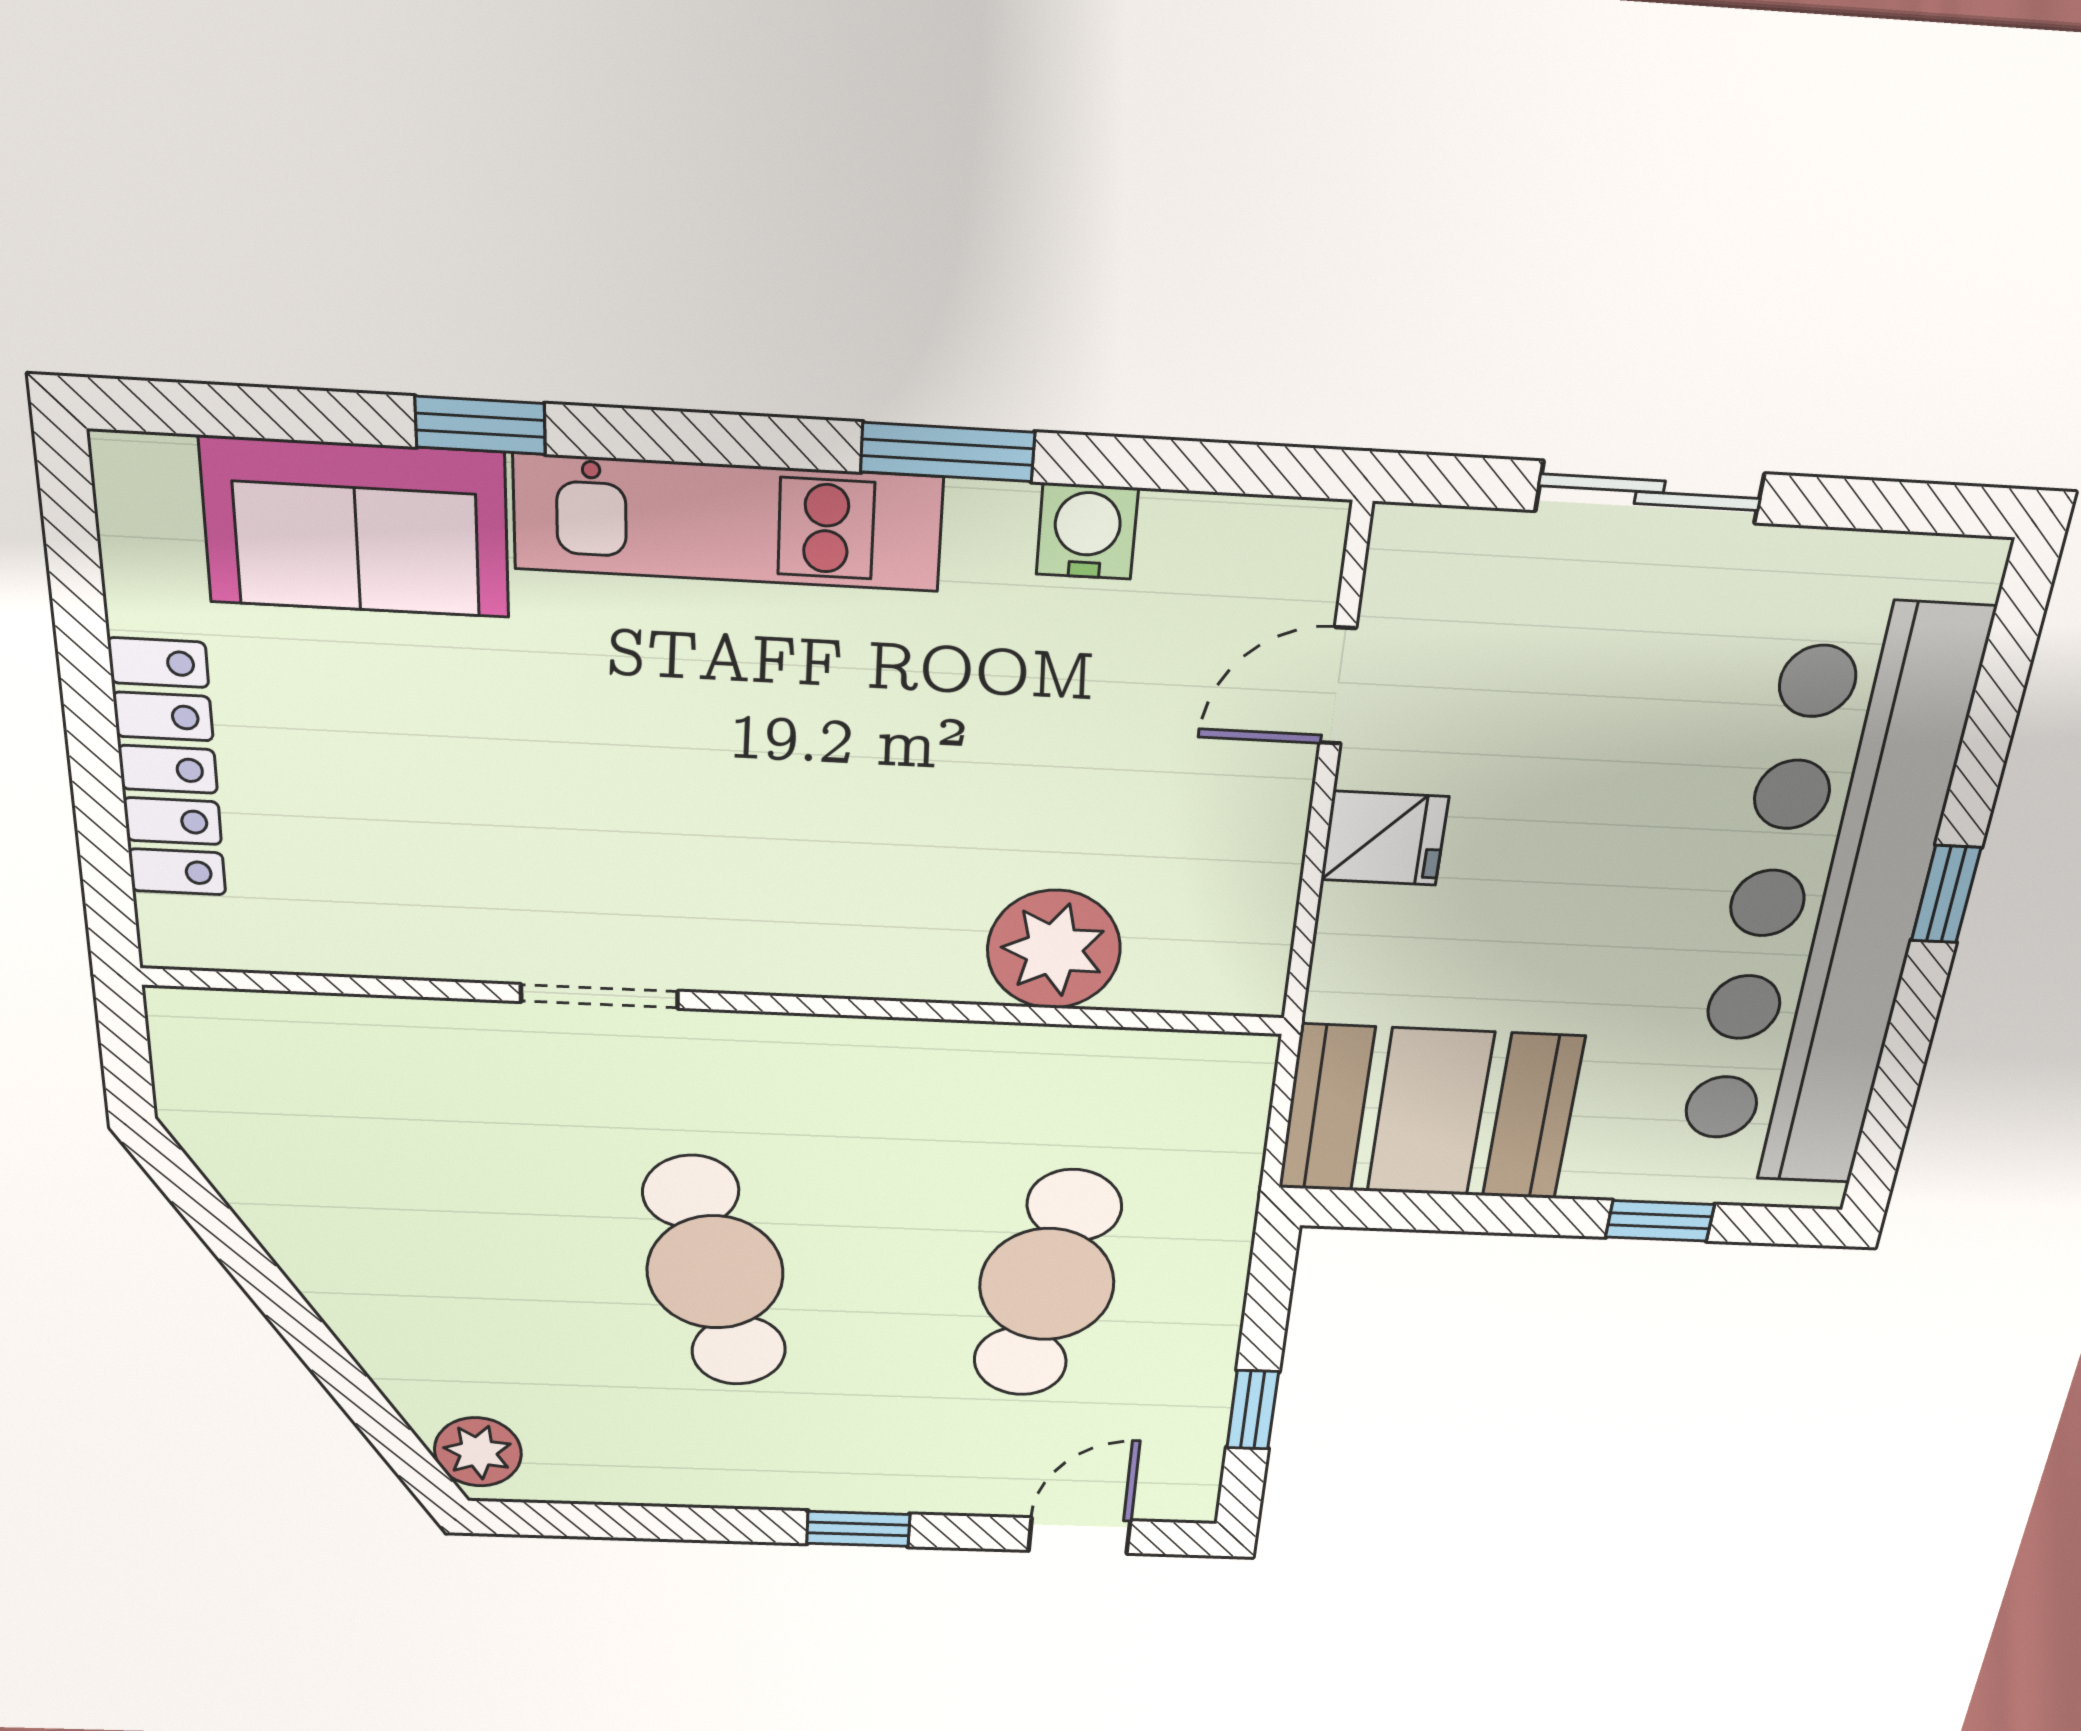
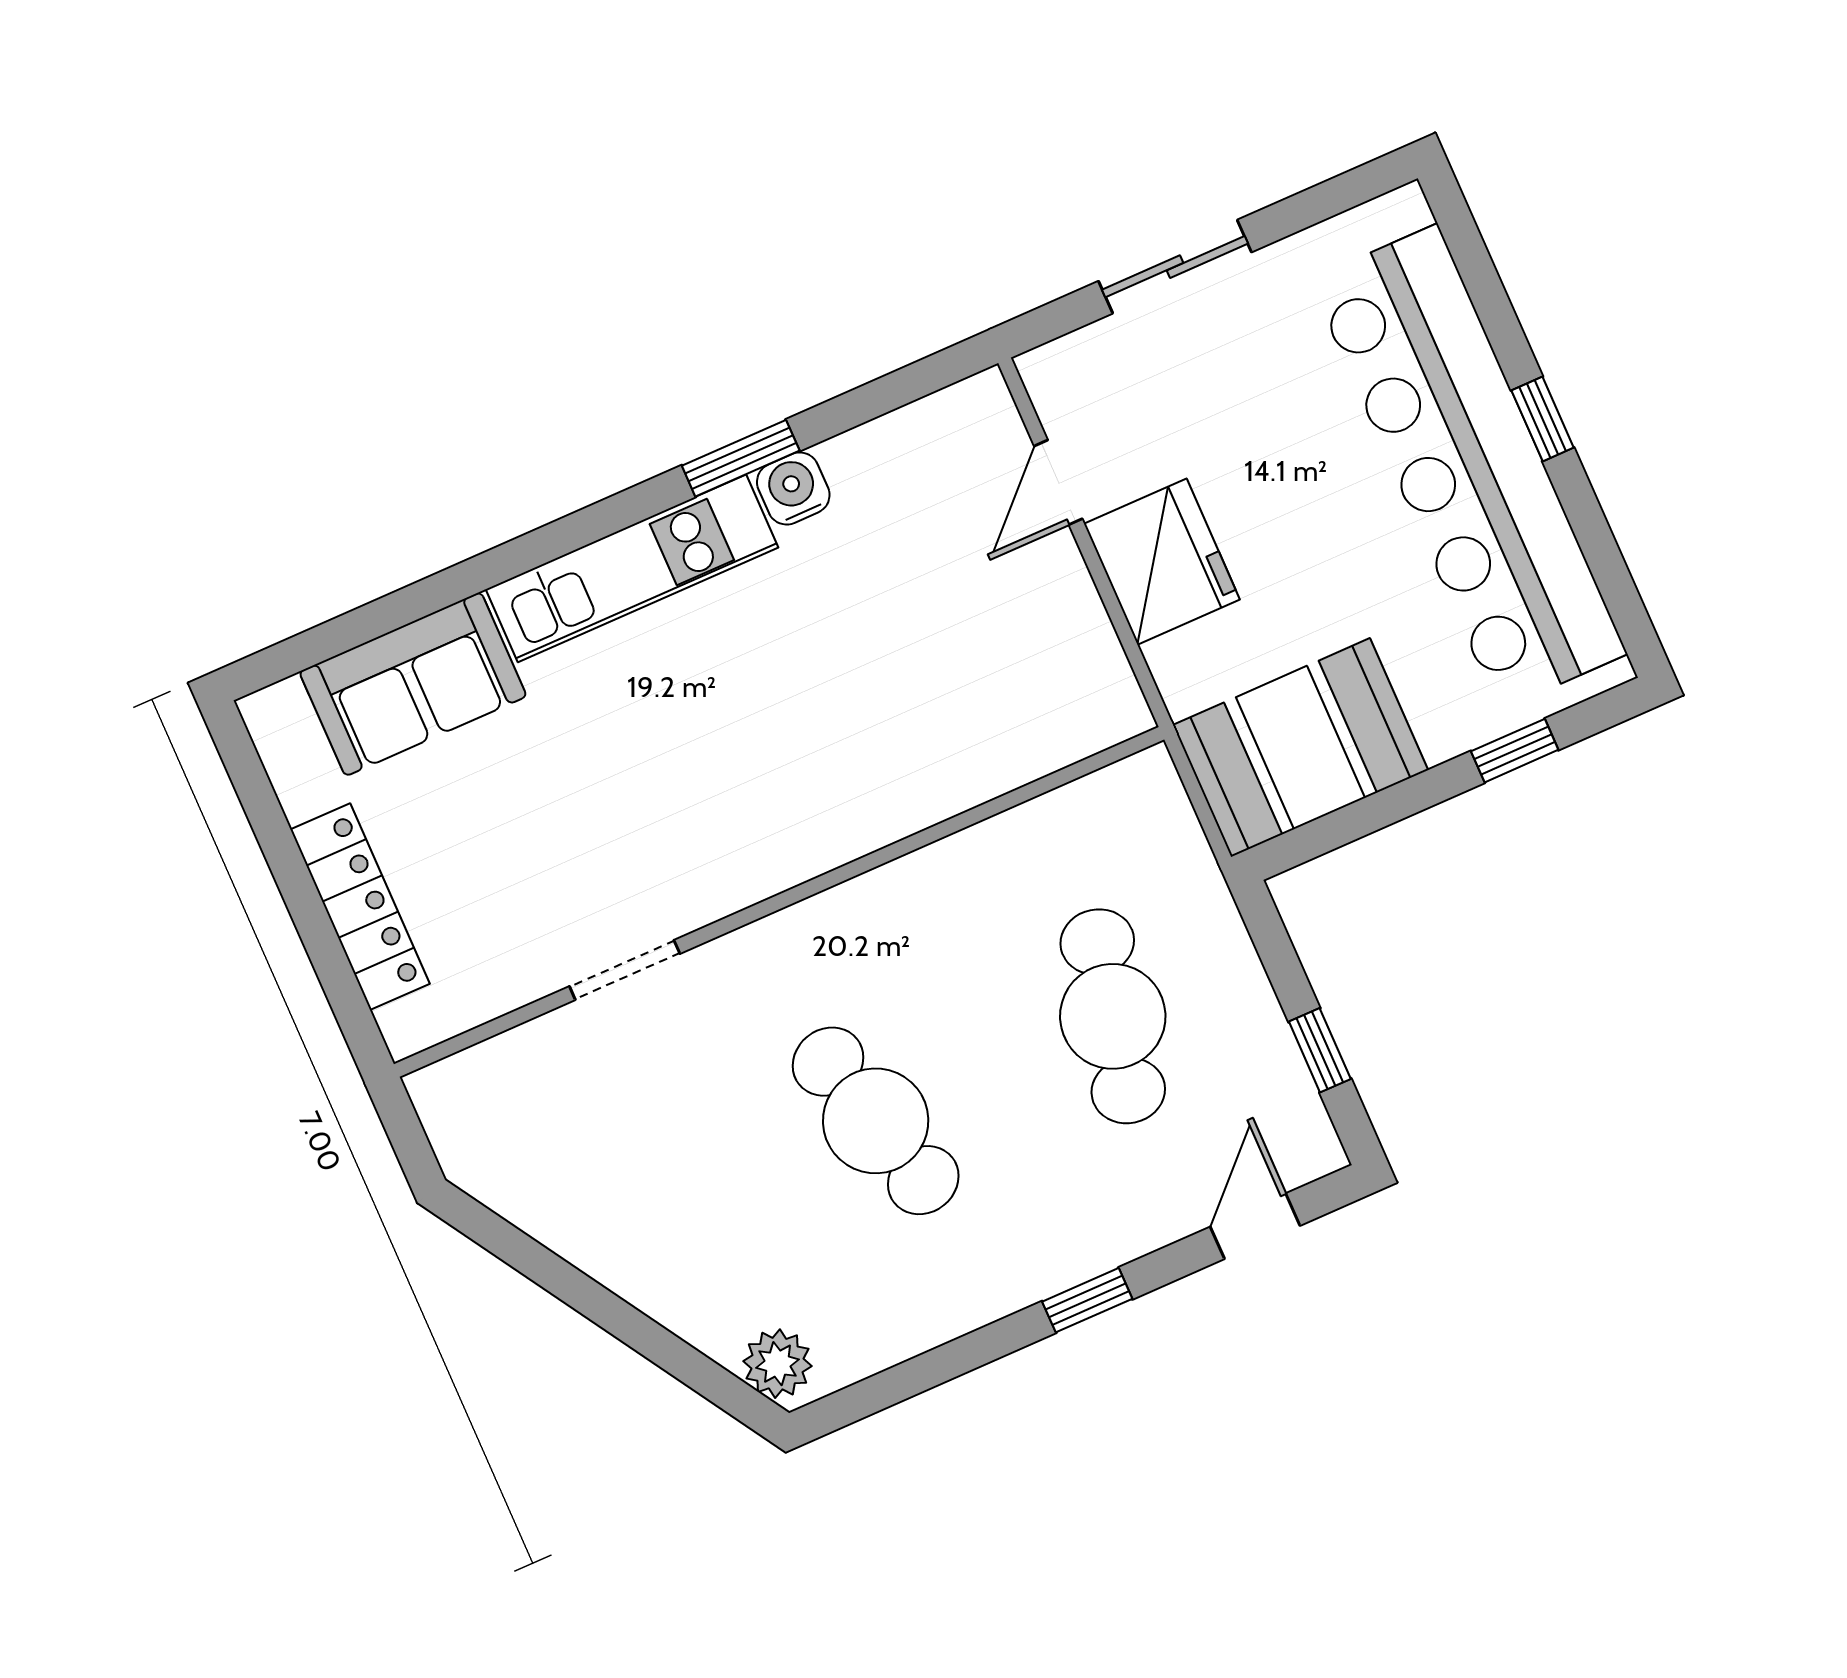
window: (480, 425) -> (460, 582), removed
water cooler: (1087, 531) -> (793, 489), moved
fridge: (1385, 838) -> (1162, 562), width x1.88, depth x1.34
plant: (1054, 949) -> (979, 753), removed
doorway: (599, 996) -> (625, 970), moved

